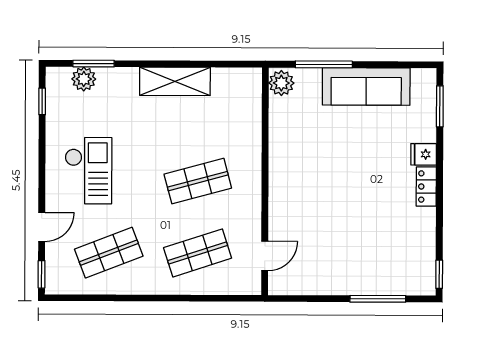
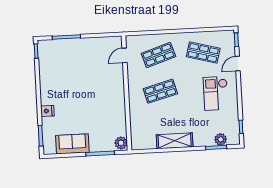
sofa: (366, 86) -> (72, 144), width x0.73
locker: (426, 187) -> (45, 95), removed
shop shelf: (109, 253) -> (203, 53), turned 36

